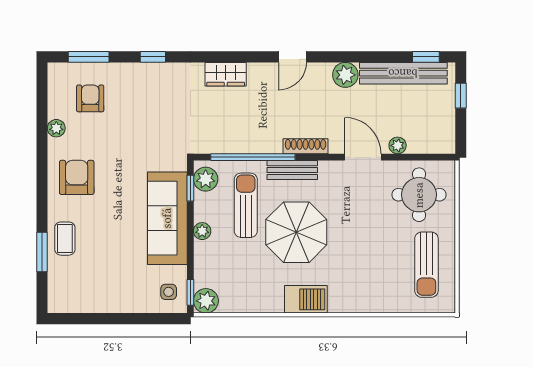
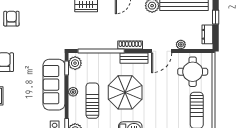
dresser: (446, 127) -> (207, 34), added
door: (363, 157) -> (162, 51), swing flipped
bench: (292, 170) -> (134, 58), moved
sun lounger: (246, 205) -> (92, 101), moved

